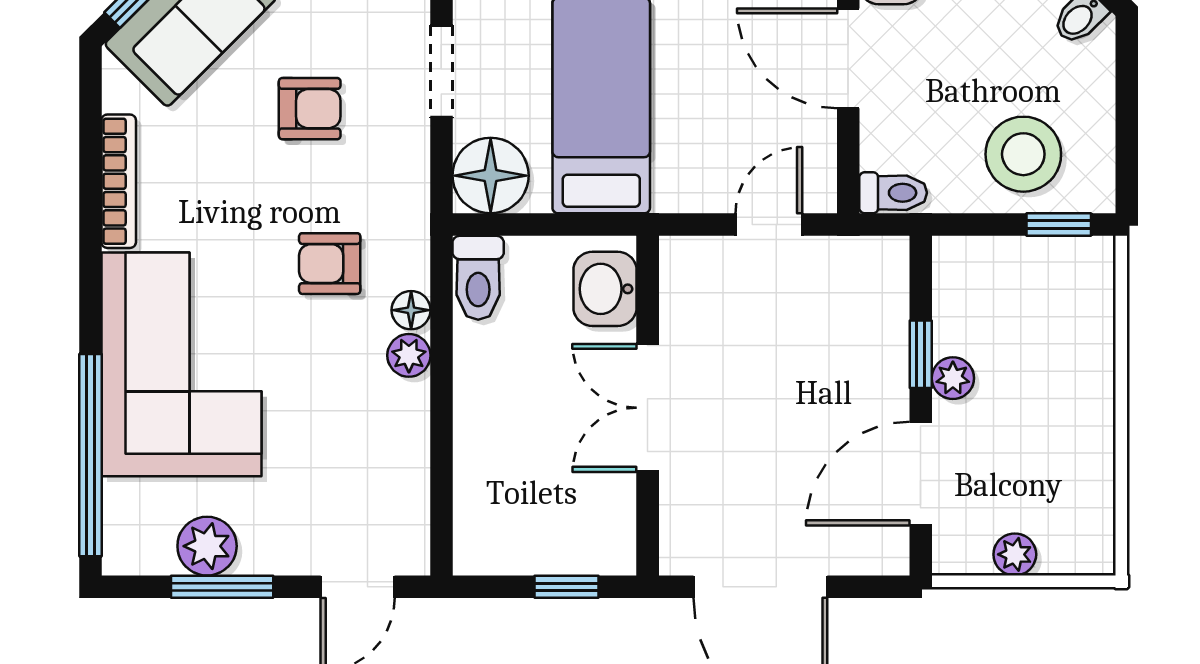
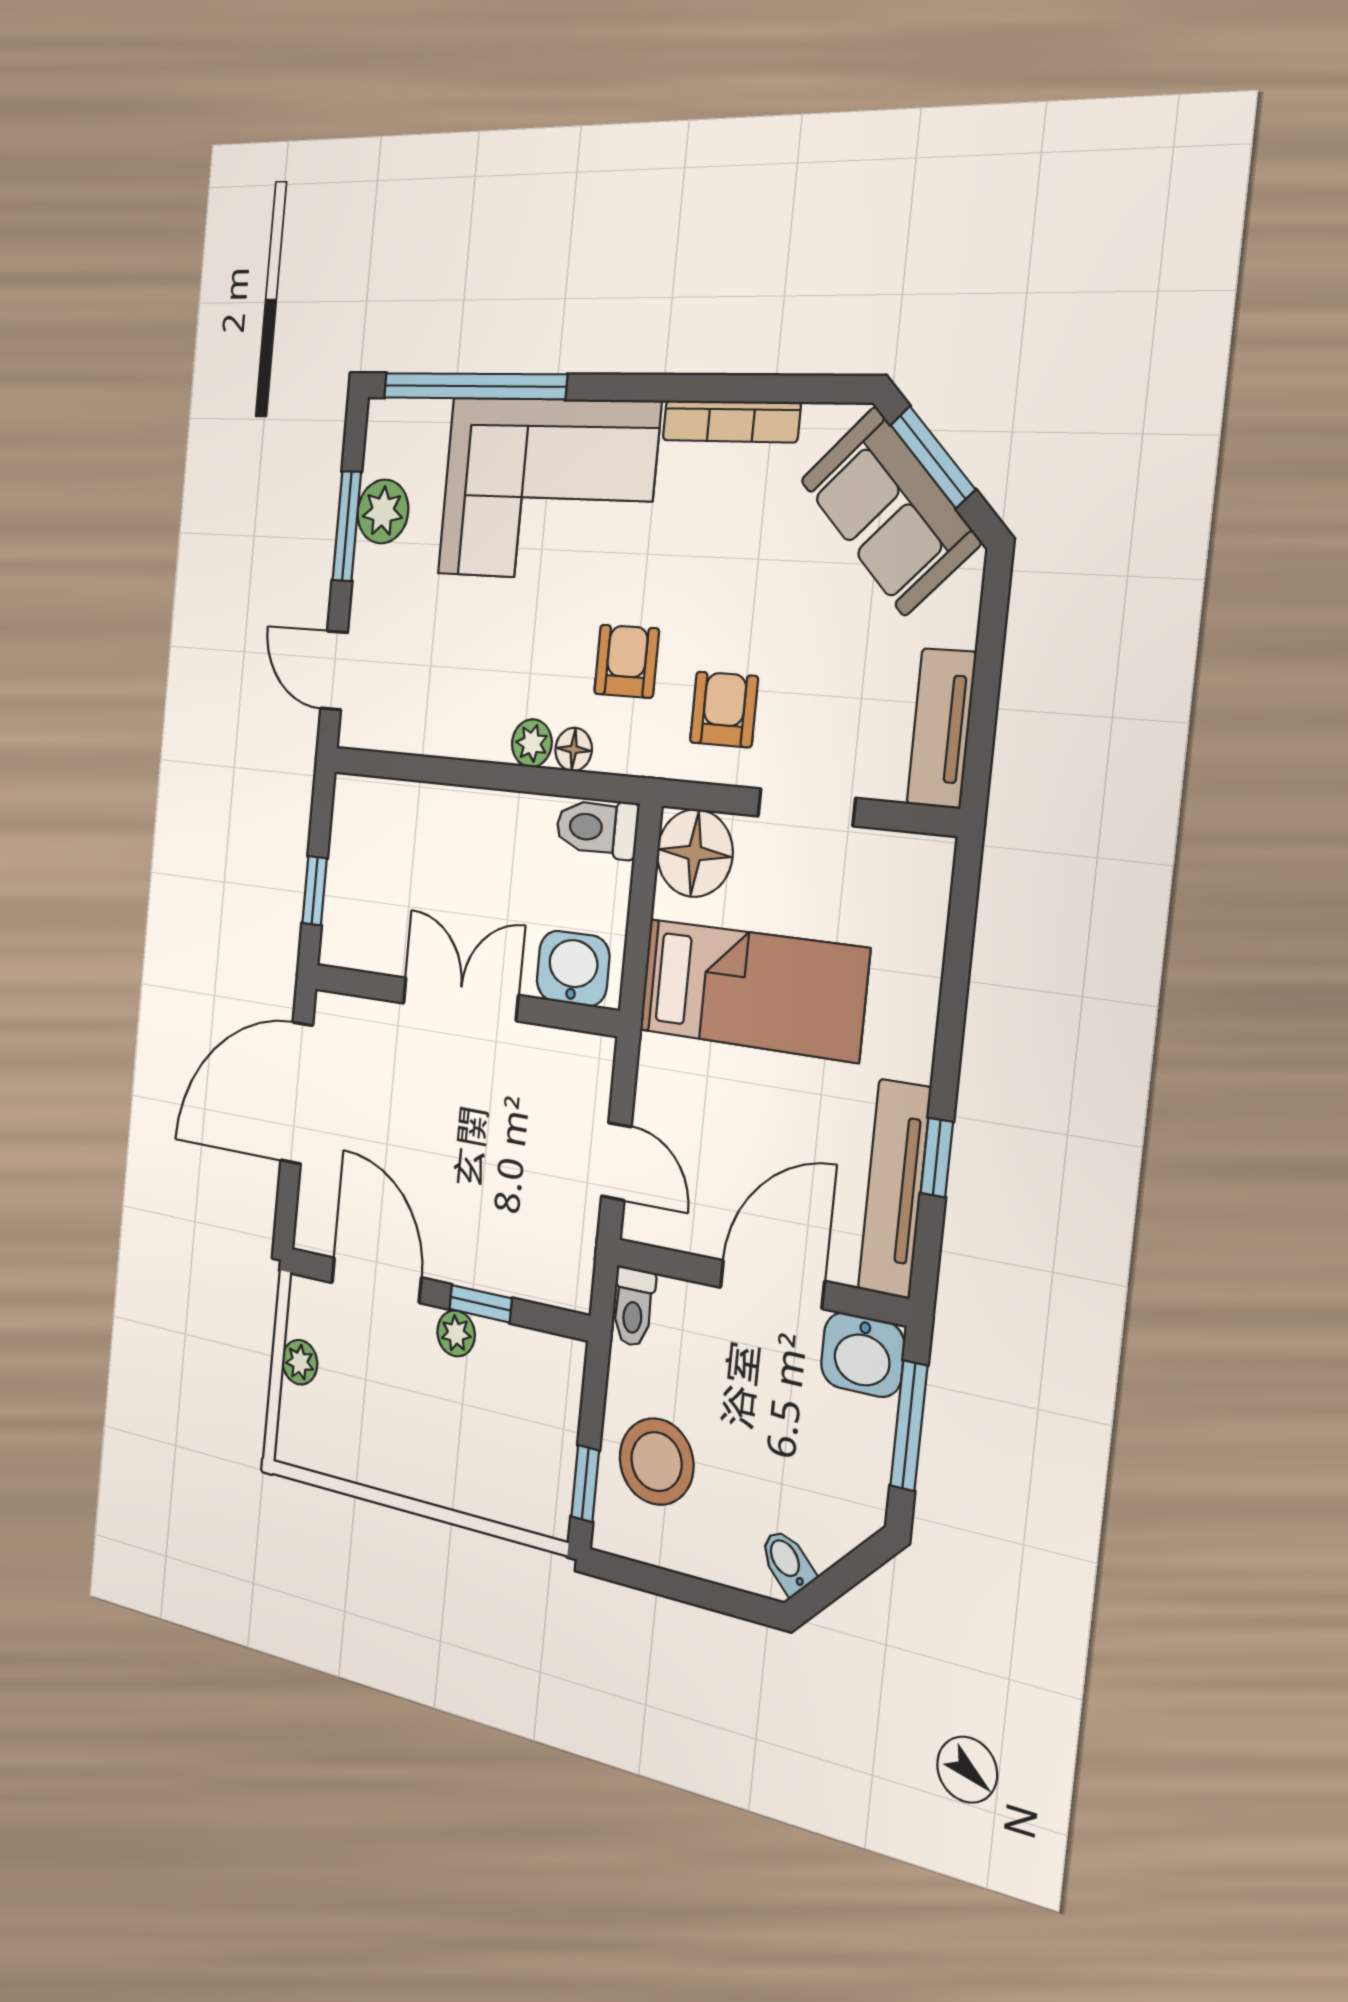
armchair: (310, 109) -> (724, 709), moved, turned 180

